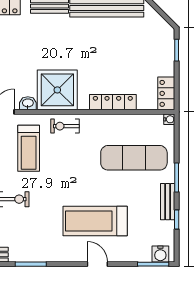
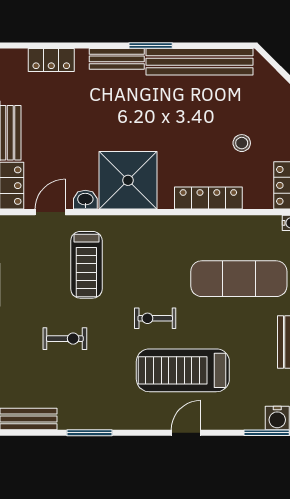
stool: (136, 64) -> (242, 143), added
exercise bike: (65, 126) -> (155, 318), moved
door: (97, 264) -> (186, 433), hinge flipped

